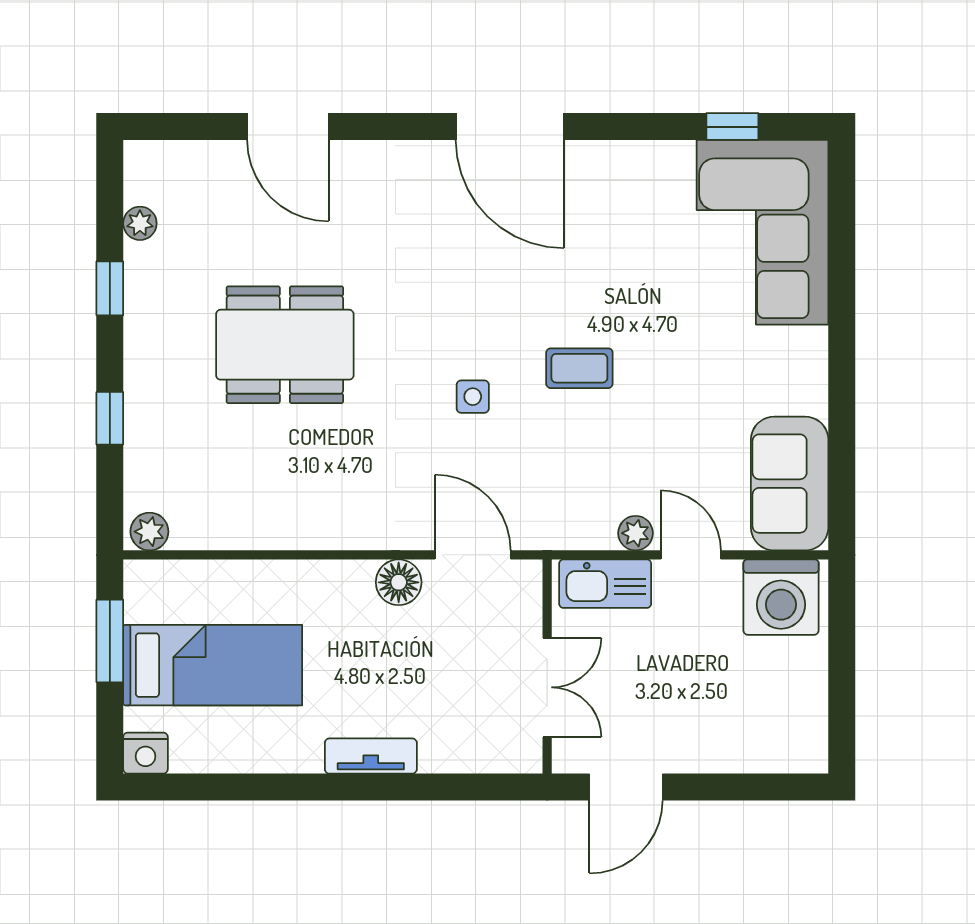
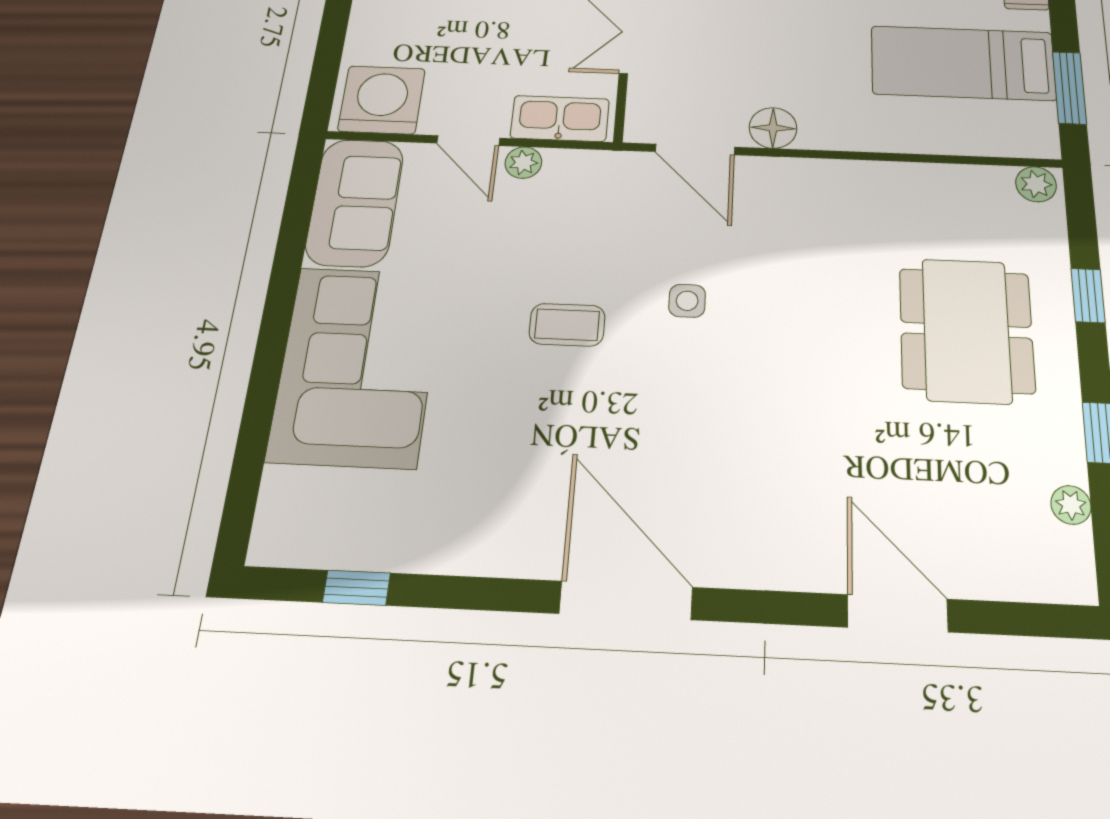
corner sofa: (762, 232) -> (357, 366), moved
dining table: (285, 345) -> (966, 330), moved, turned 90

